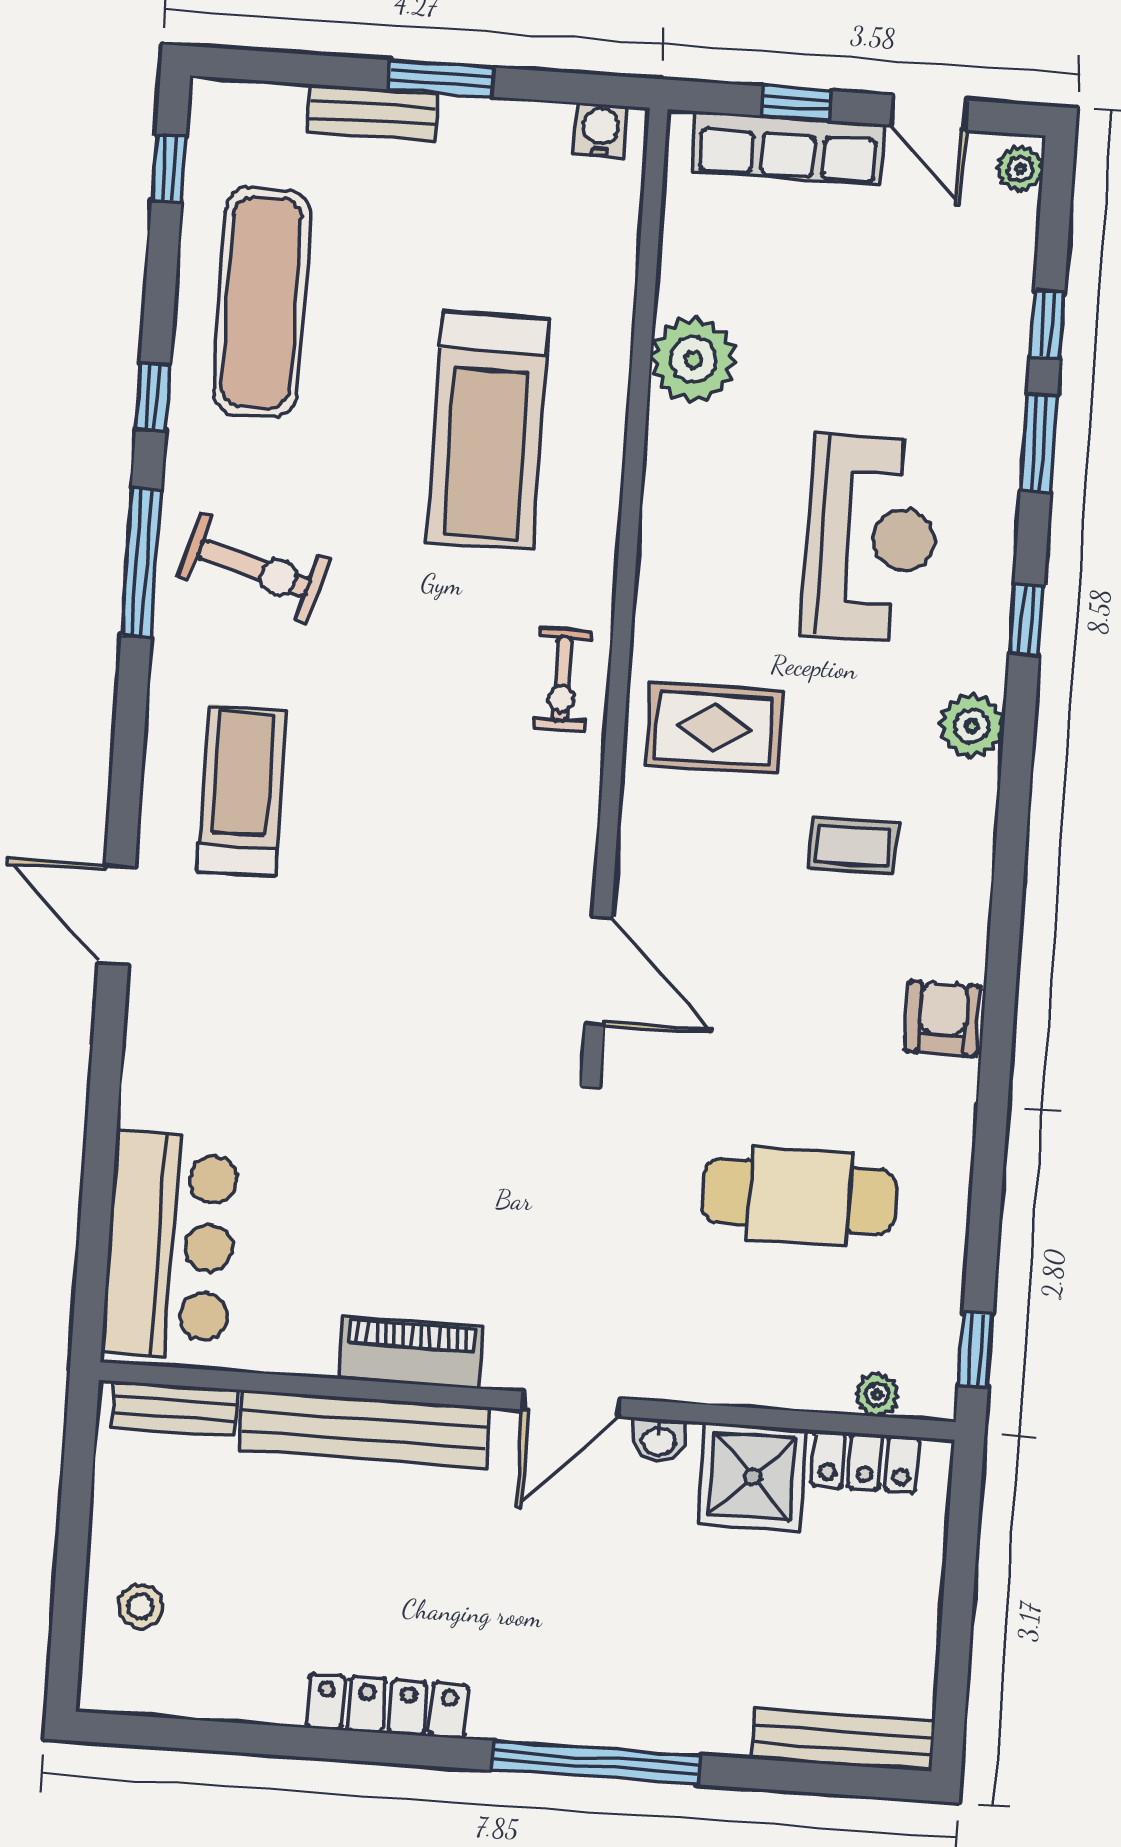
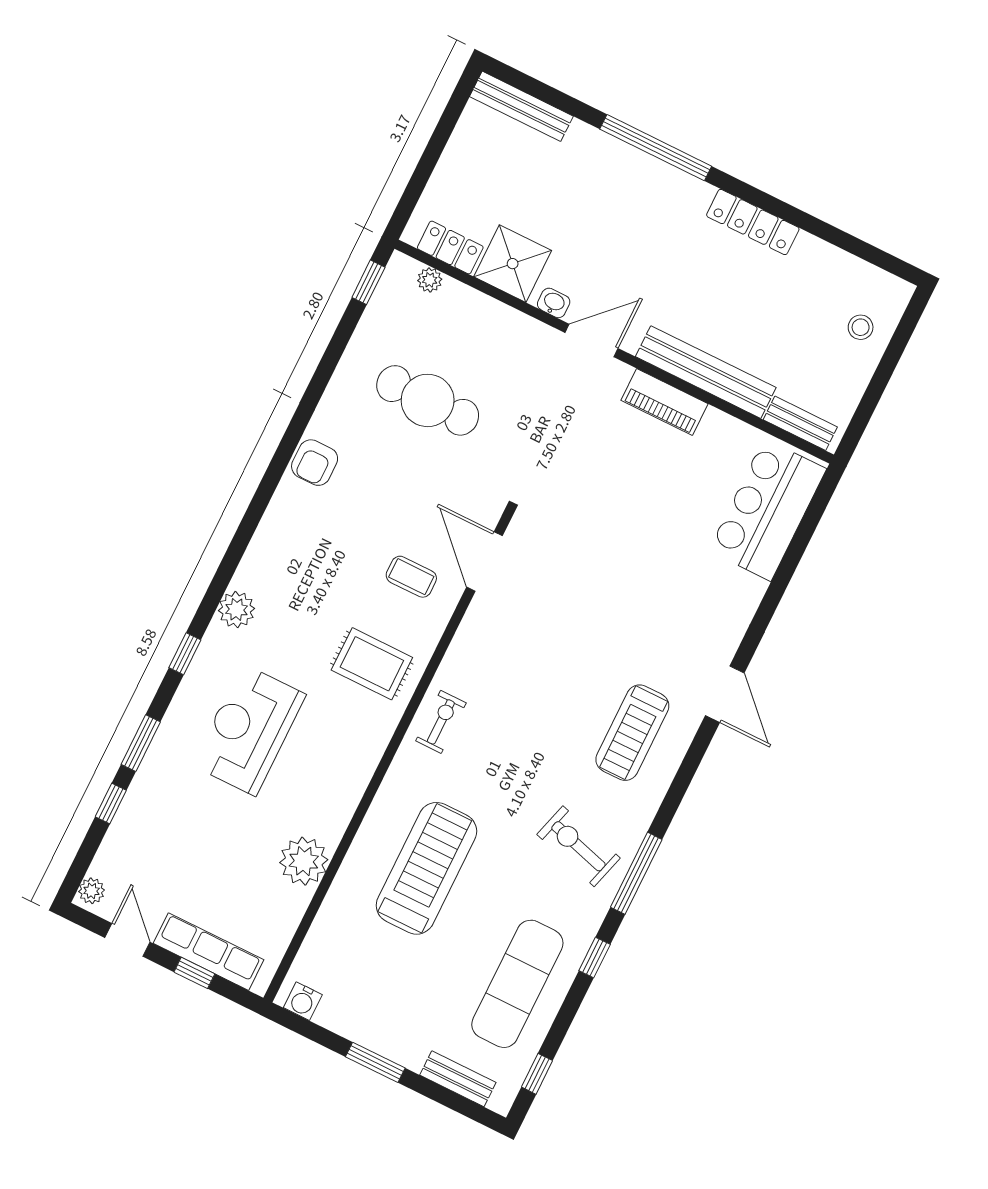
bench: (373, 113) -> (458, 1079), moved
coffee table: (853, 846) -> (411, 577), moved

